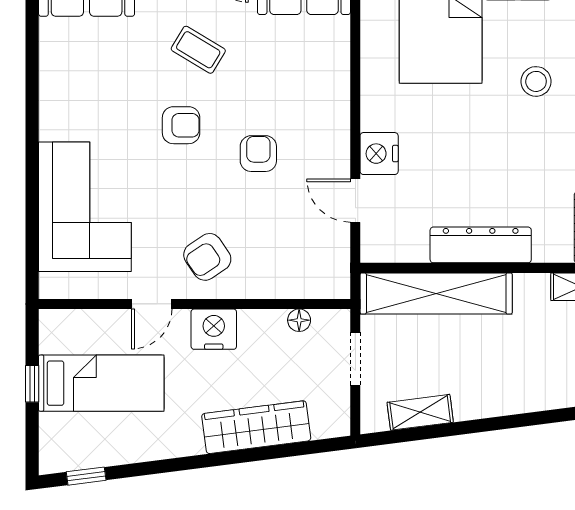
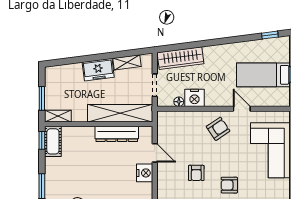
dresser: (481, 245) -> (117, 134), moved
door: (152, 304) -> (242, 109), hinge flipped
nightstand: (214, 329) -> (194, 98), moved
freezer: (488, 395) -> (98, 70), added
wardrobe: (256, 427) -> (181, 58), moved

